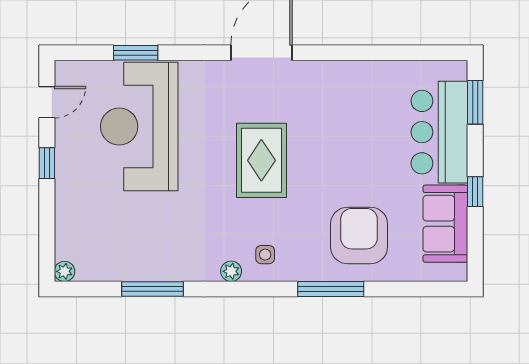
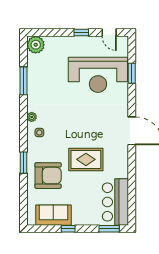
reception desk: (139, 127) -> (98, 75), turned 180
bar counter: (439, 132) -> (115, 202), moved, turned -90
rug: (261, 160) -> (86, 159), moved
plant: (64, 271) -> (36, 45), width x1.88, depth x1.88
window: (331, 289) -> (24, 163), width x0.69

